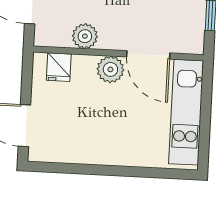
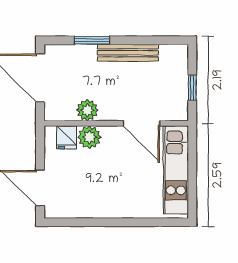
plant: (110, 69) -> (89, 137), moved

